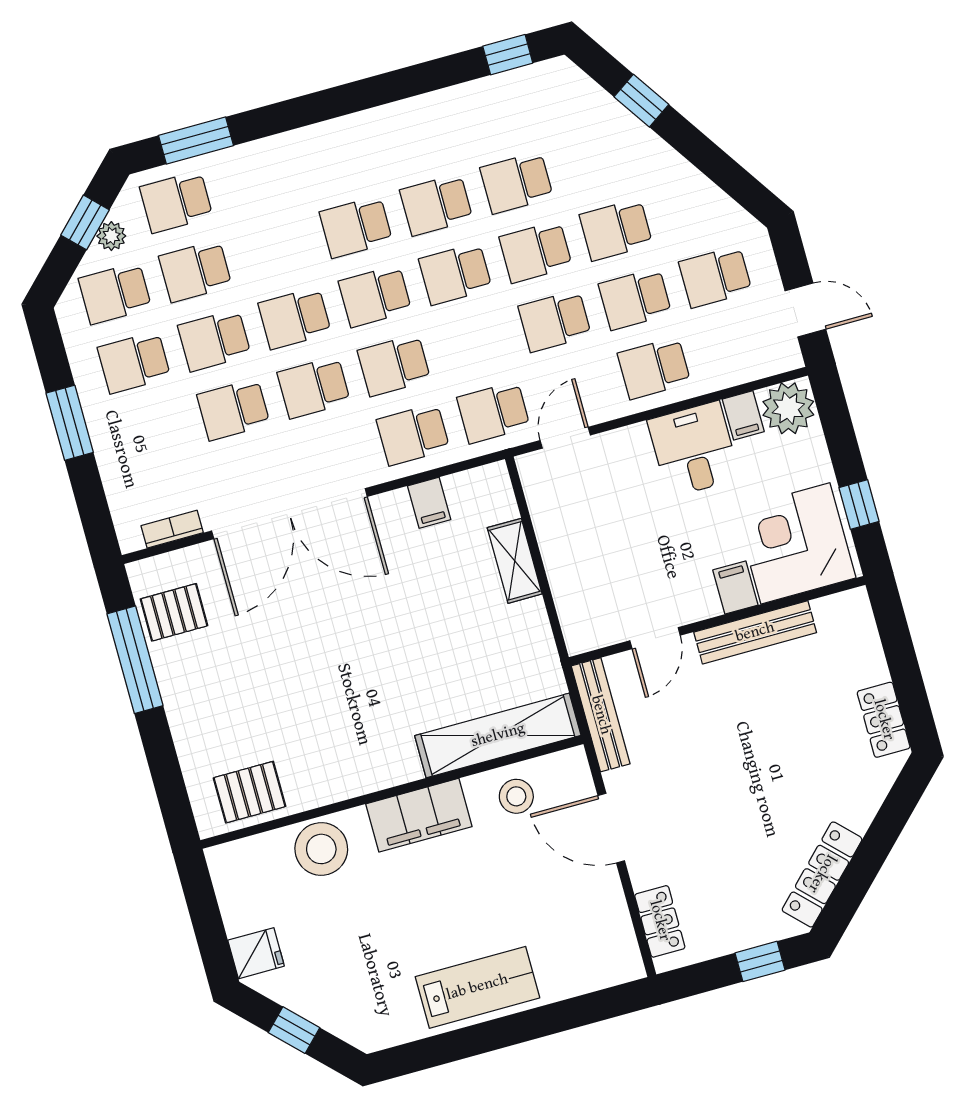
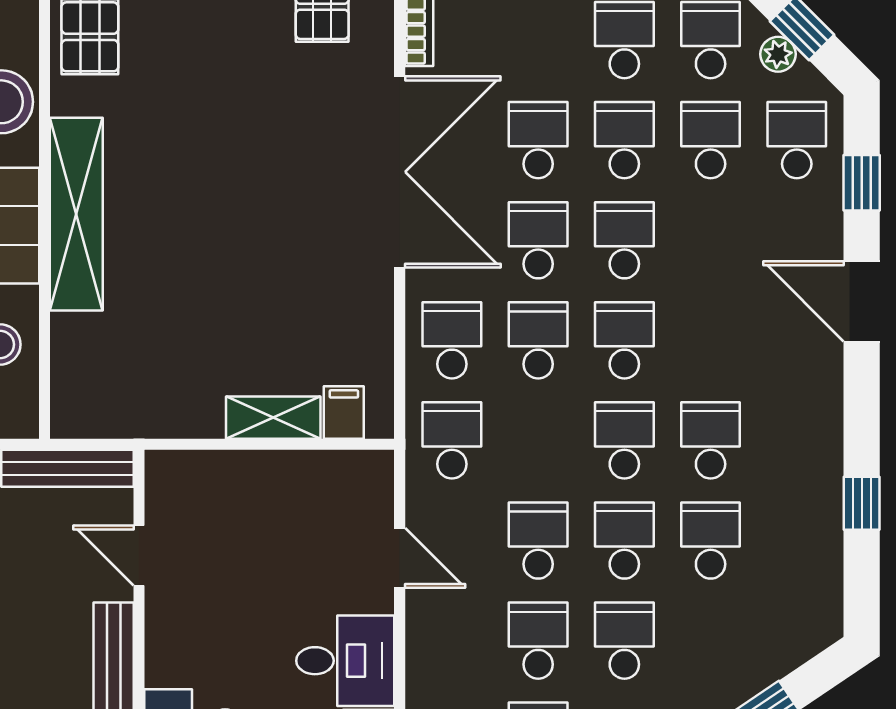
window: (508, 55) -> (862, 503), moved
door: (291, 114) -> (862, 301), added
window: (196, 141) -> (862, 183), width x0.67
school desk: (356, 227) -> (711, 340), removed
school desk: (654, 368) -> (452, 641), removed
door: (565, 438) -> (400, 558), moved
filing cabinet: (429, 503) -> (344, 412), moved, turned 90
double door: (289, 514) -> (400, 172), swing flipped
filing cabinet: (735, 587) -> (172, 665), removed
shelving: (498, 735) -> (76, 214), moved

